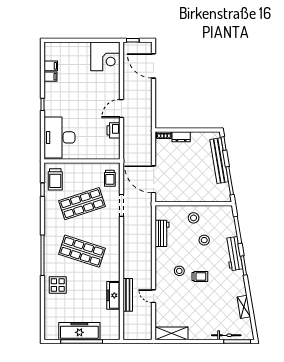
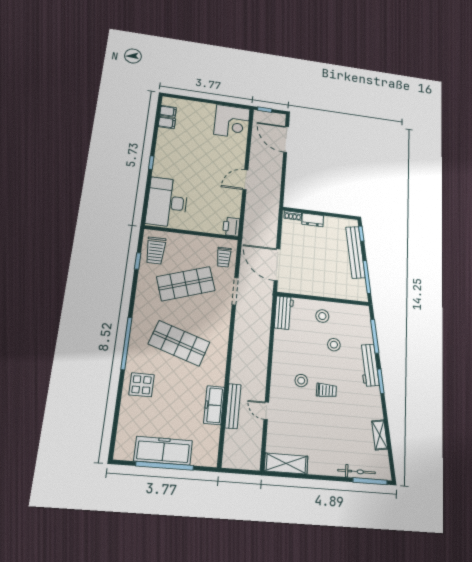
filing cabinet: (51, 77) -> (168, 111), moved
printer: (114, 130) -> (231, 227), moved
workbench: (162, 233) -> (284, 313), moved

